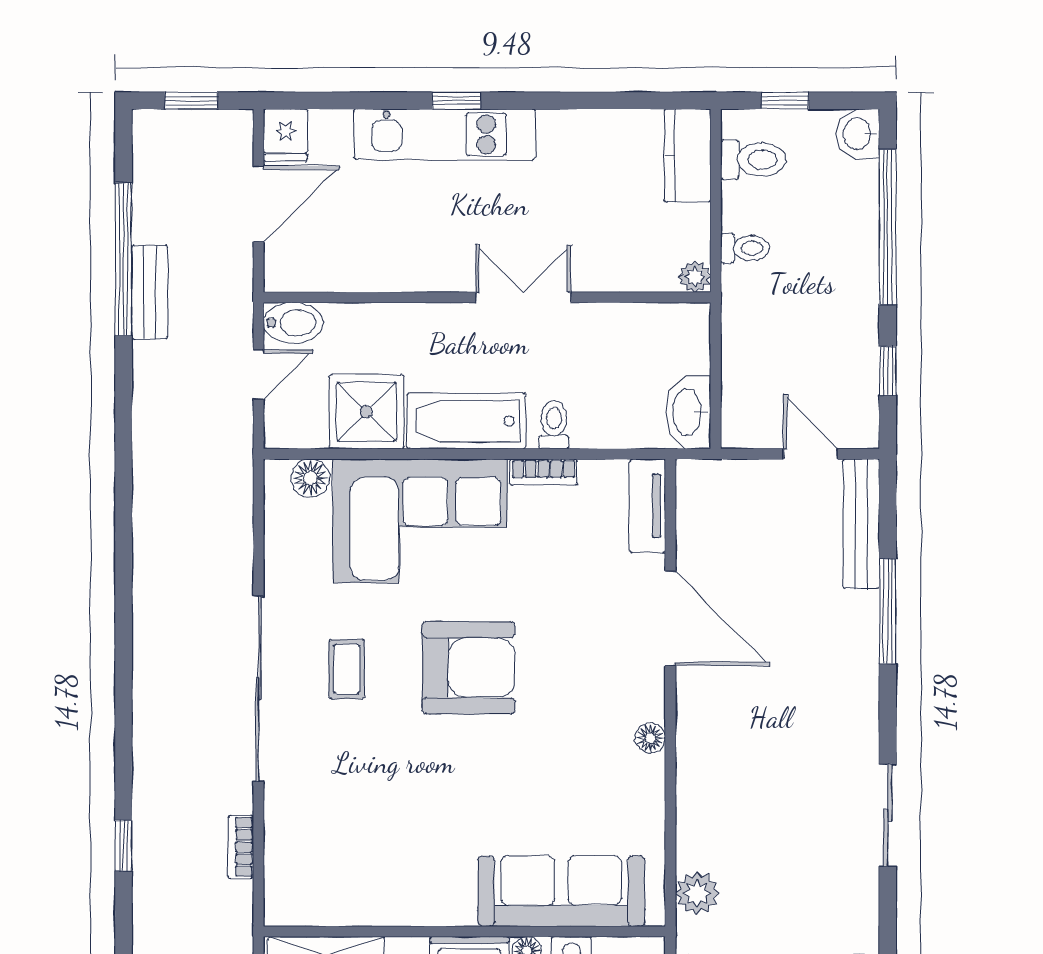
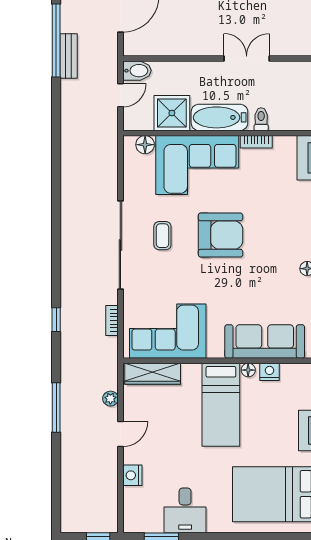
corner sofa: (358, 869) -> (168, 331), added

